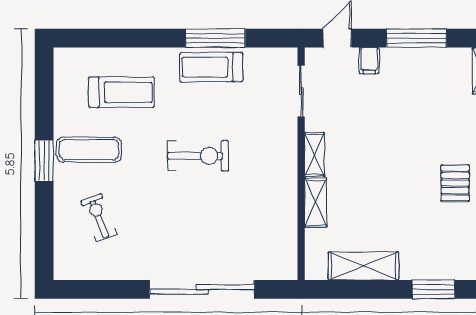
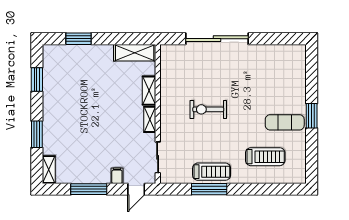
treadmill: (121, 92) -> (265, 157), turned 180
exercise bike: (198, 156) -> (208, 109), moved
pallet: (455, 183) -> (66, 102), removed
exercise bike: (99, 218) -> (279, 82), removed
shelving: (363, 266) -> (135, 53), moved

